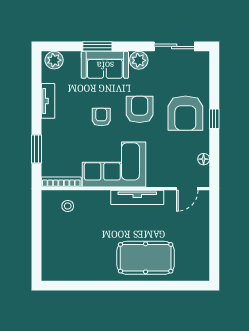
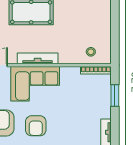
armchair: (101, 117) -> (65, 120), removed
corner sofa: (114, 164) -> (35, 84), moved

